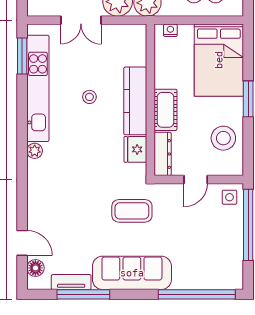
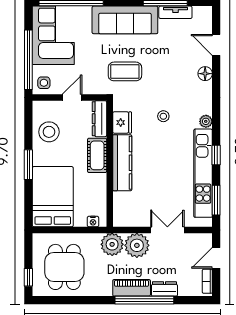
stool: (89, 97) -> (163, 116), moved
window: (22, 110) -> (216, 155), added
corner sofa: (218, 254) -> (53, 35), added
floor lamp: (35, 268) -> (205, 74), moved

